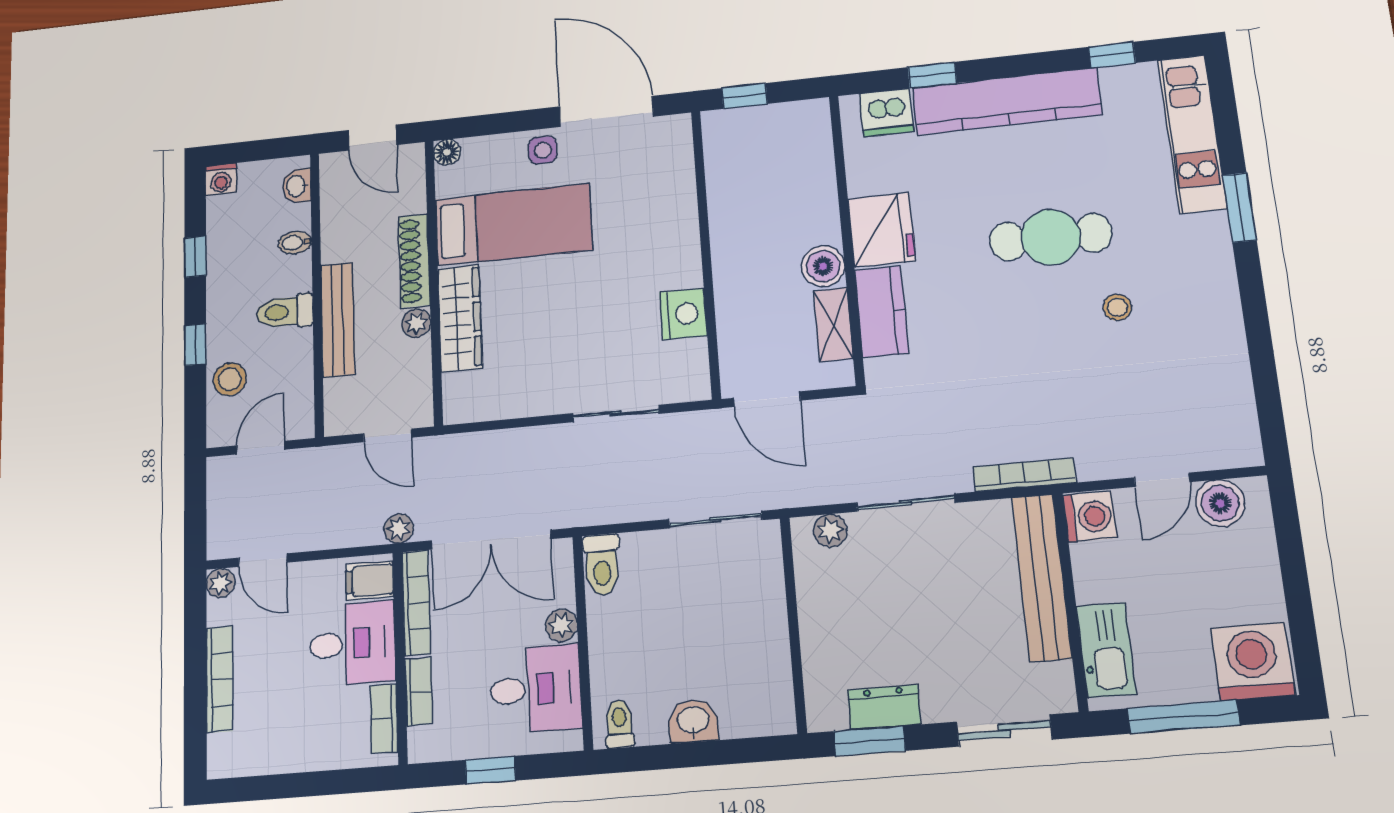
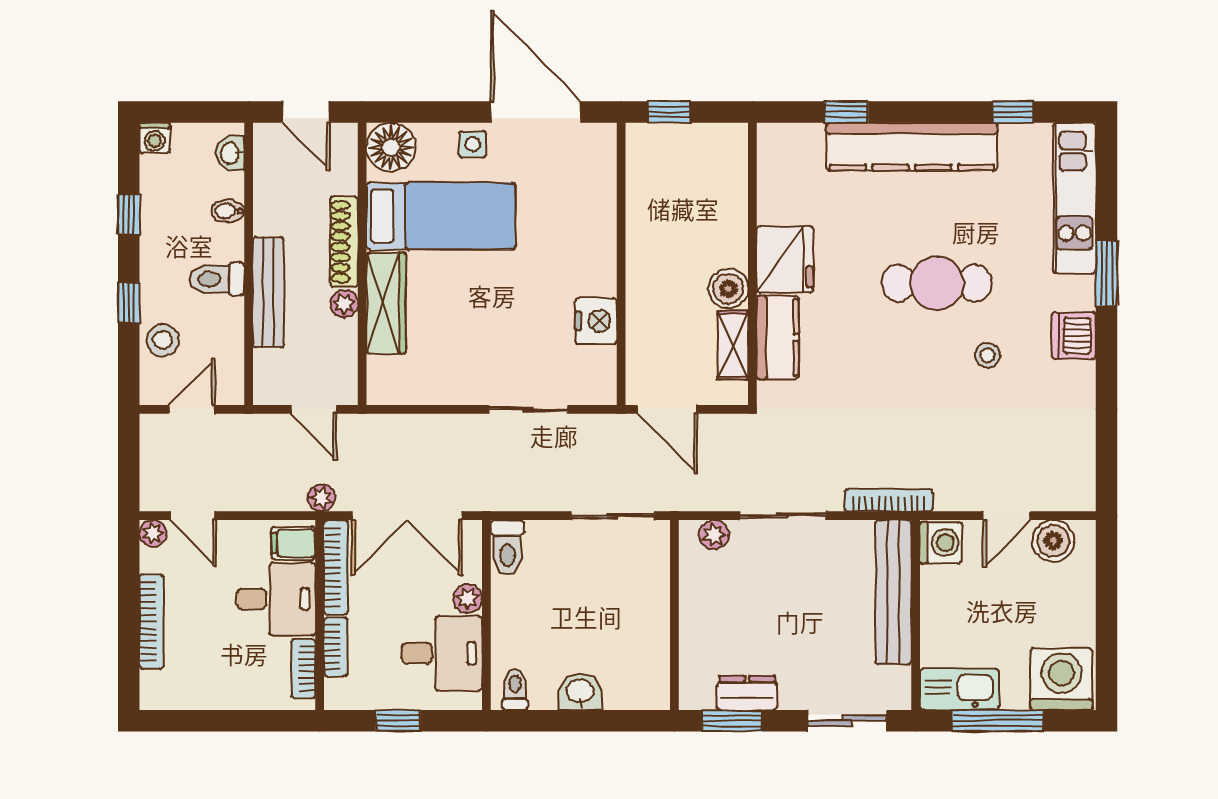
dishwasher: (886, 113) -> (1074, 336), moved, turned 90
floor lamp: (447, 152) -> (391, 147), width x1.89, depth x1.89
kitchen sink: (1106, 650) -> (959, 689), moved, turned -90

